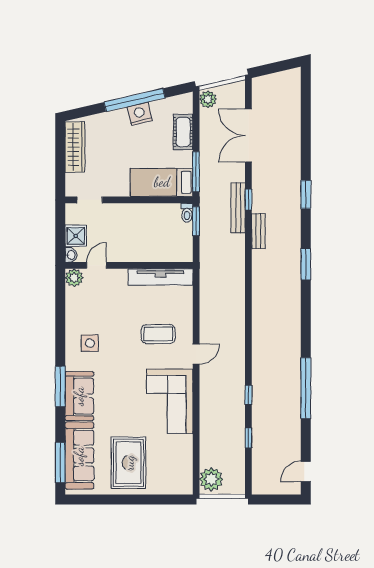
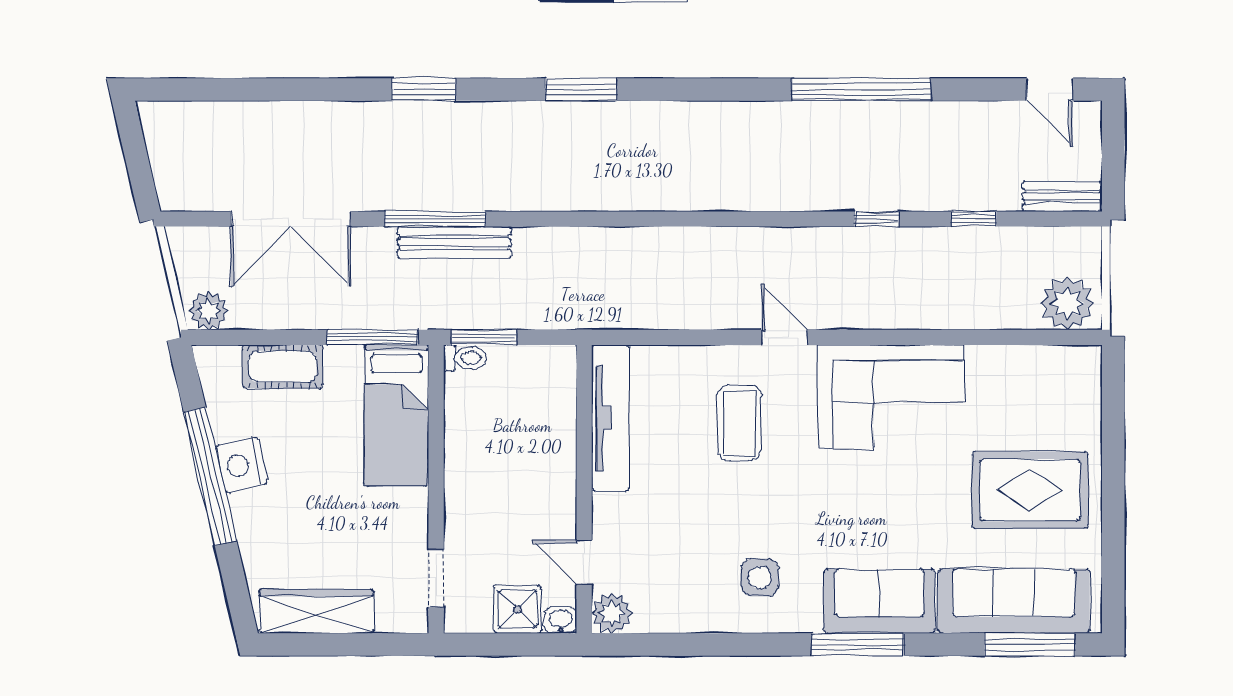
window: (248, 199) -> (435, 219), width x2.17
bench: (258, 231) -> (1062, 196), moved

